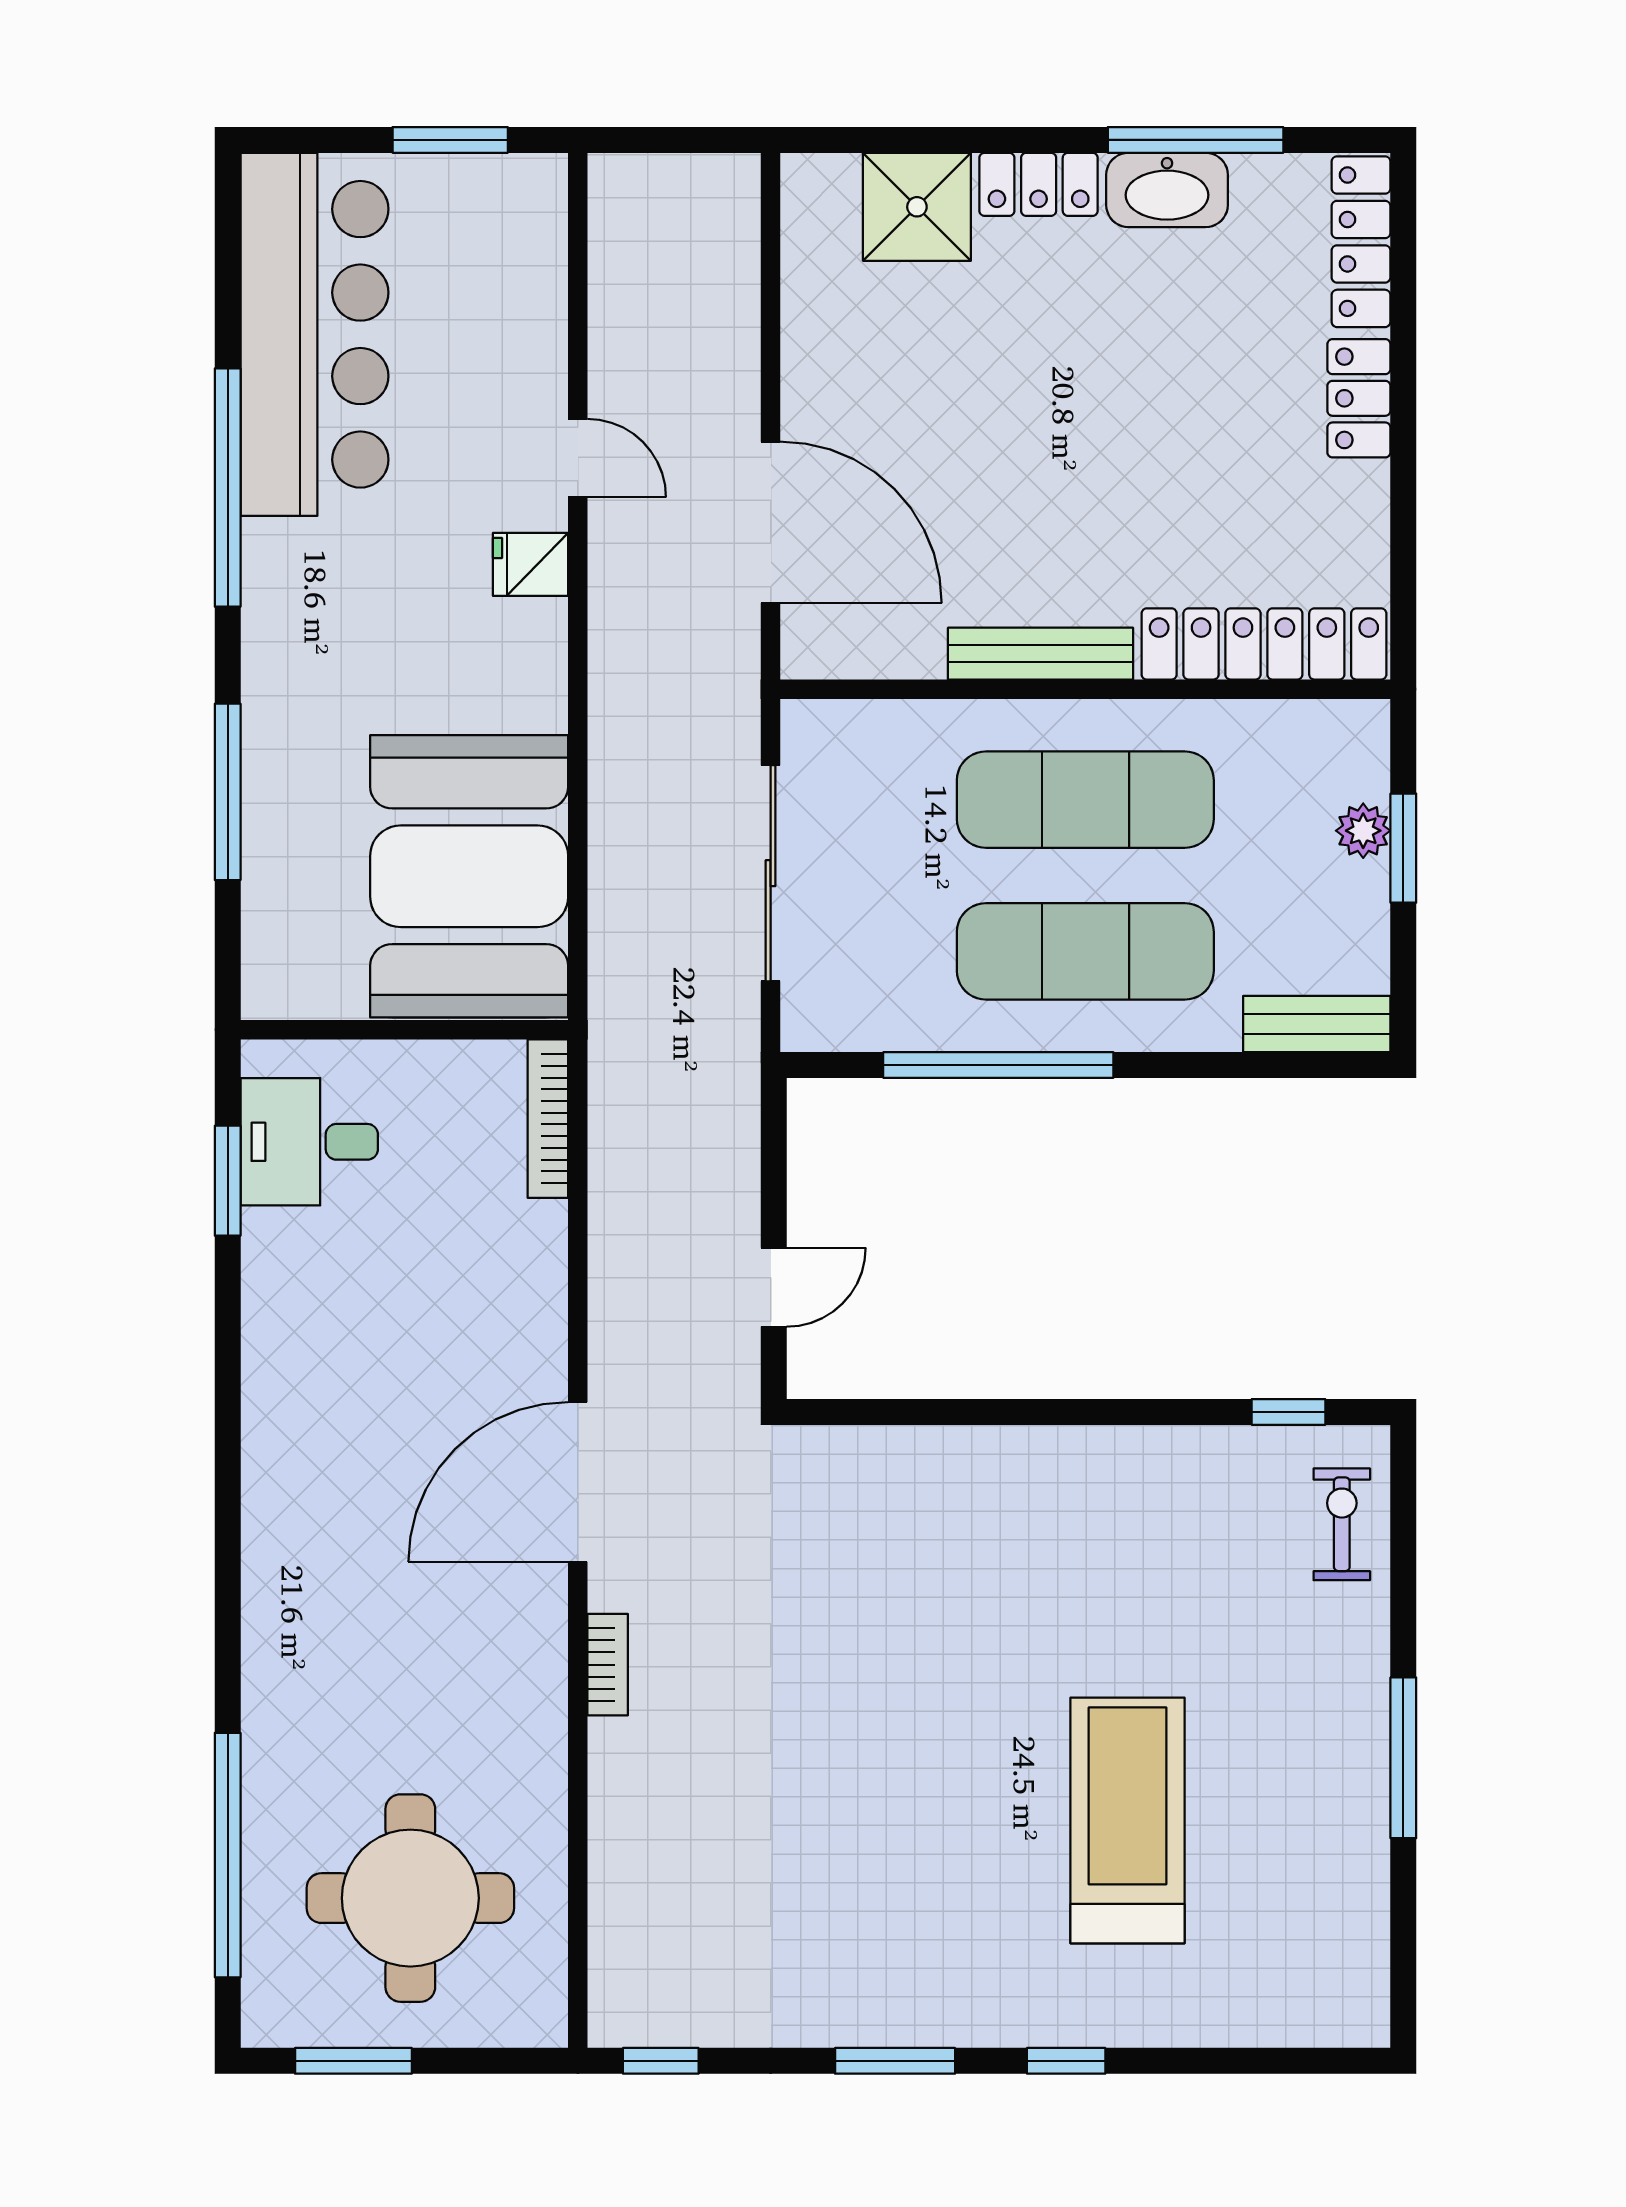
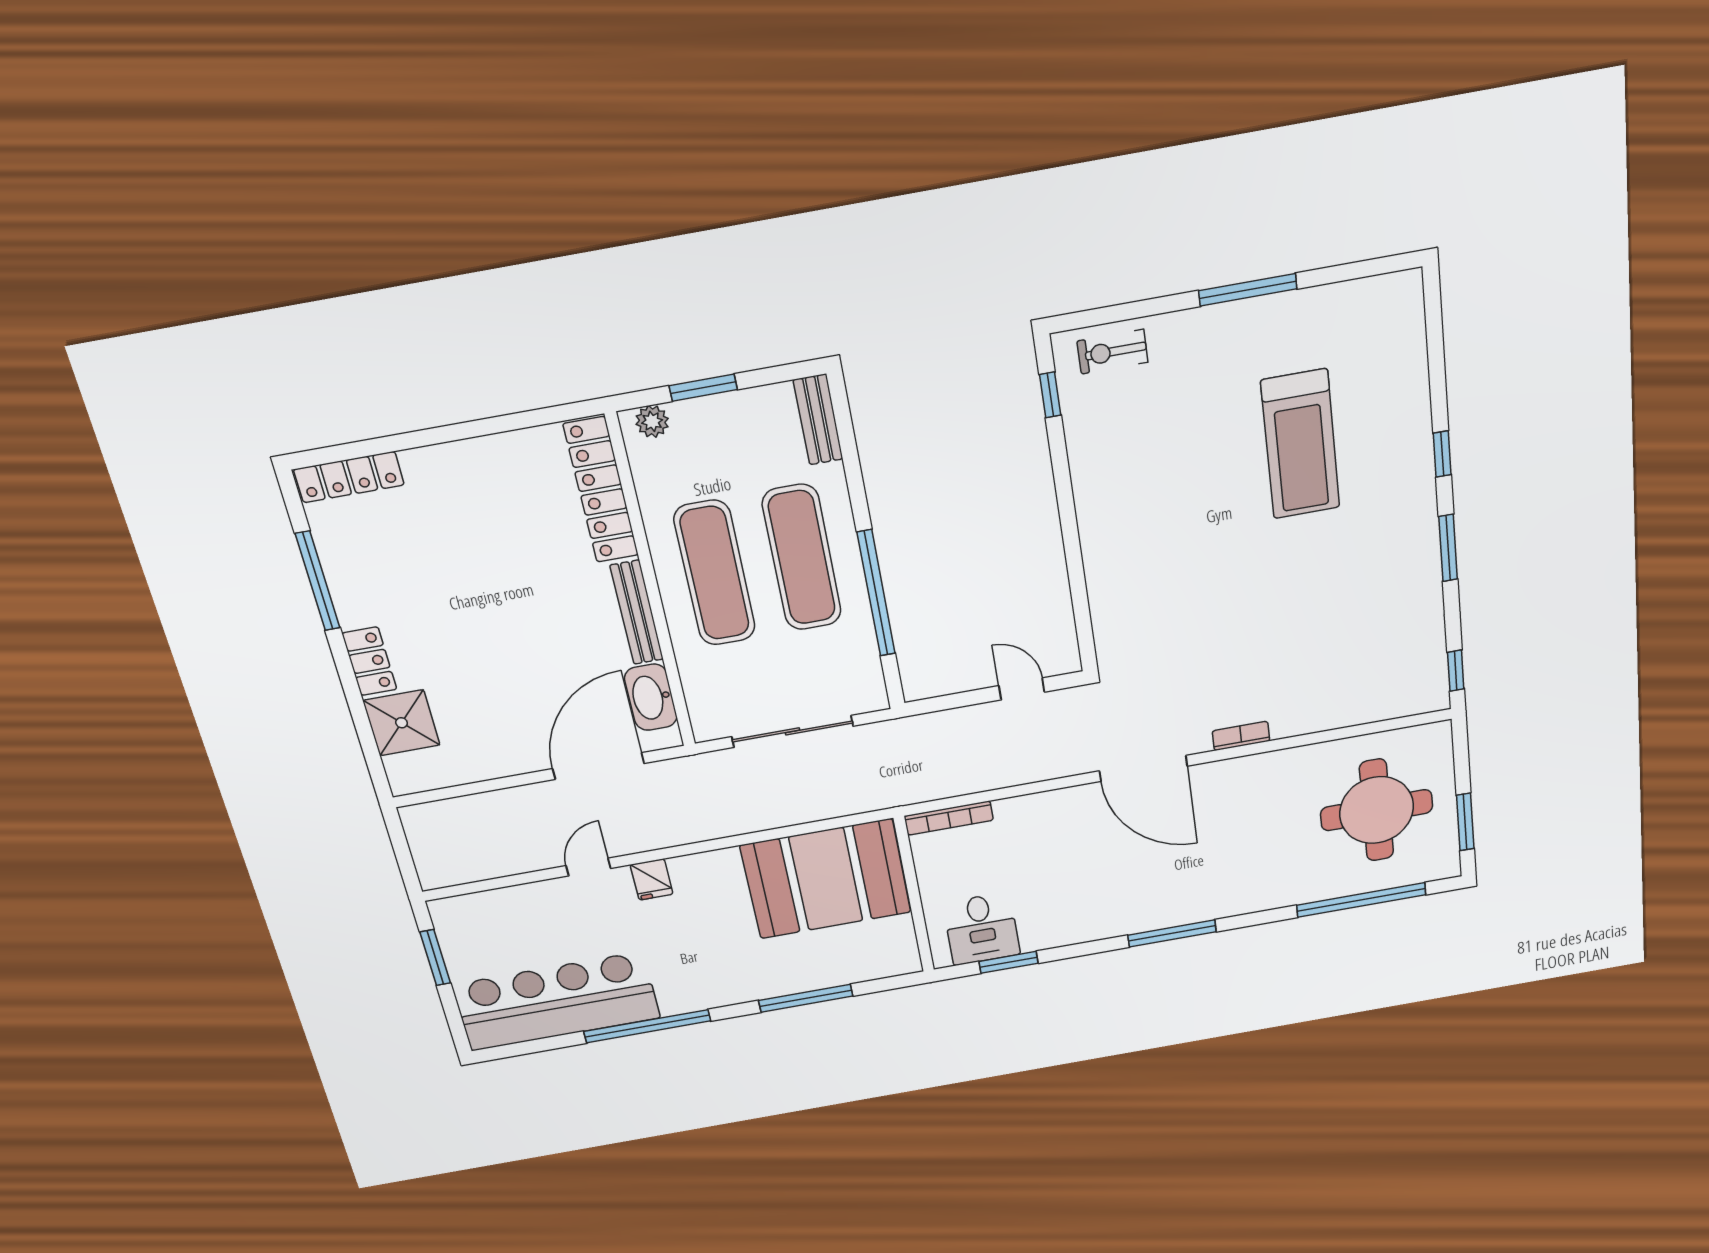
washbasin: (1167, 190) -> (651, 697), moved, turned 180
locker: (1359, 398) -> (442, 462), removed
plant: (1363, 831) -> (652, 421), moved
window: (228, 1494) -> (1172, 933), added
treadmill: (1127, 1820) -> (1300, 444), turned -90

